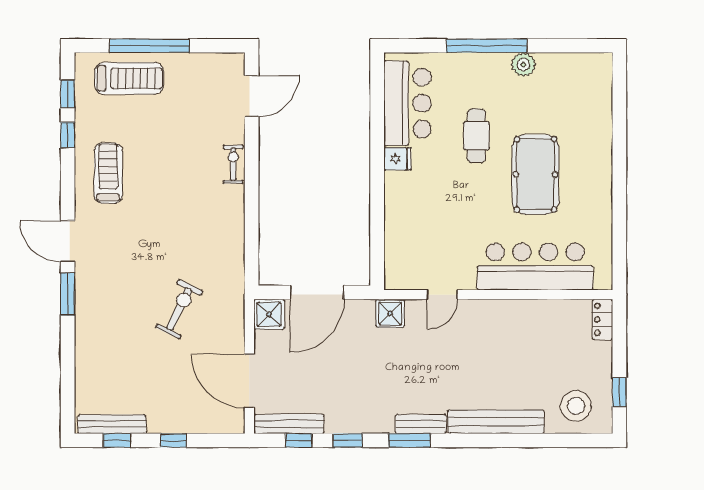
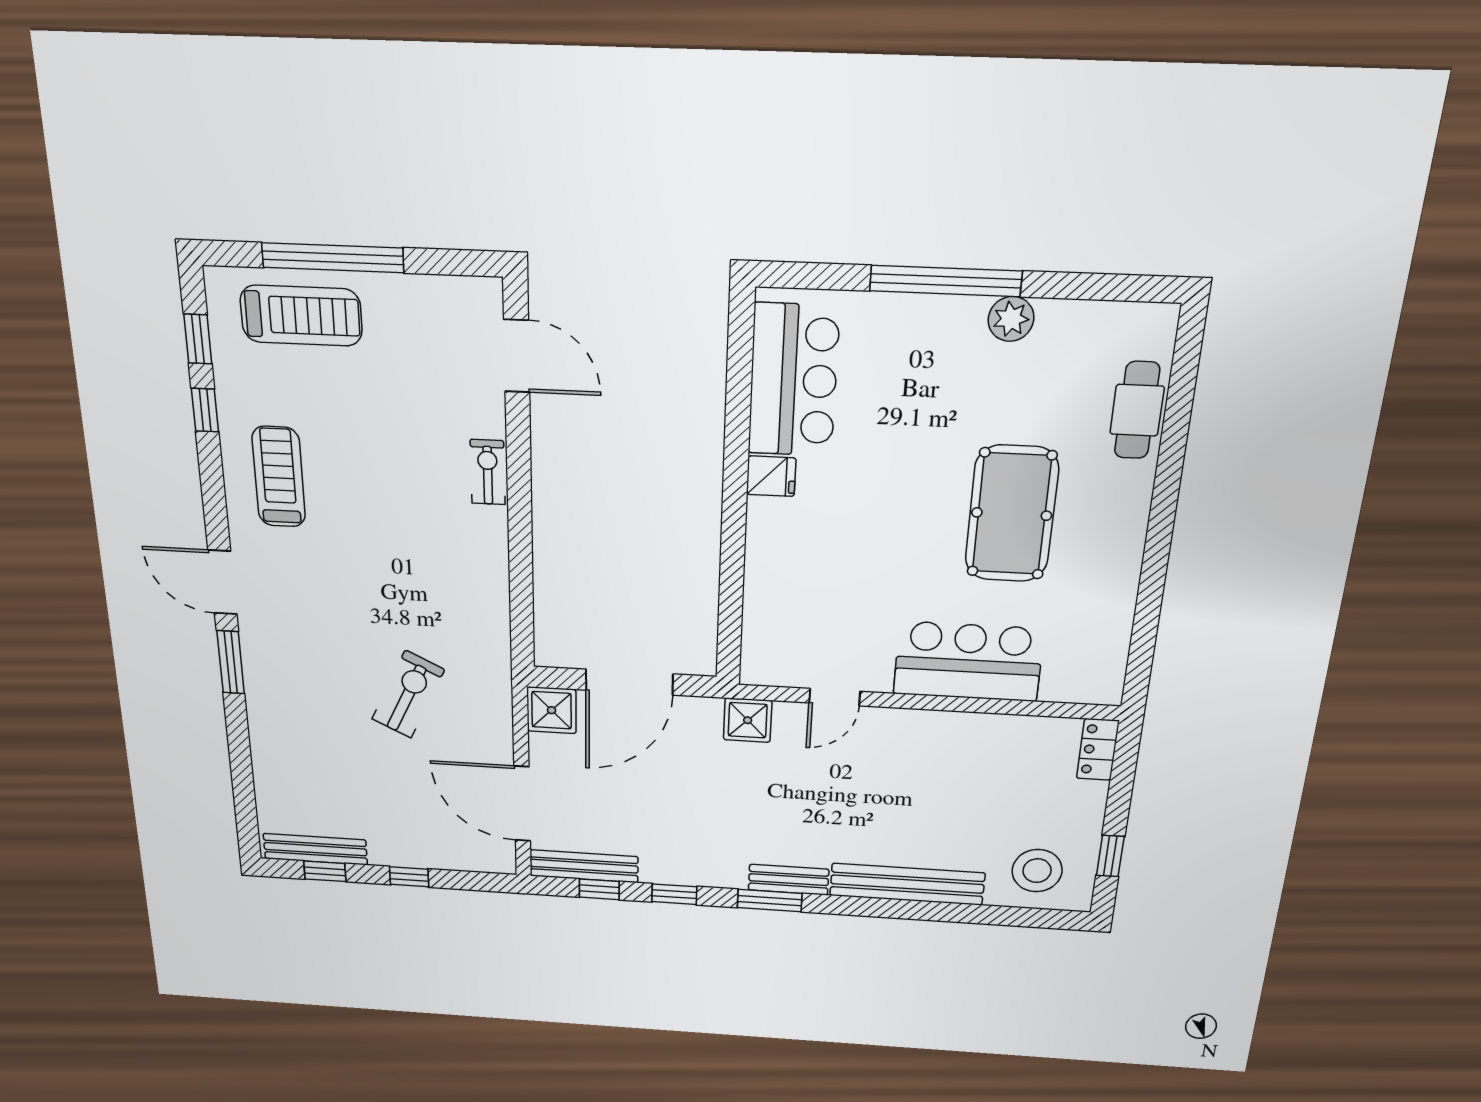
door: (252, 96) -> (517, 356), hinge flipped
cafe table: (476, 136) -> (1137, 410), moved
bar counter: (535, 267) -> (968, 661), width x0.73

